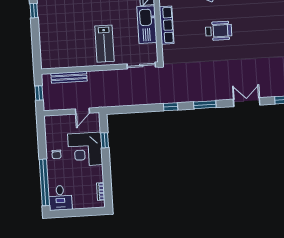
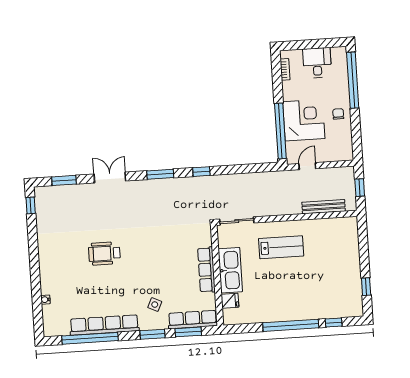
wheelchair: (219, 31) -> (104, 253), moved
lab bench: (104, 44) -> (281, 247), turned 90
double door: (247, 102) -> (110, 177), swing flipped
window: (105, 140) -> (280, 131), width x3.17
desk: (60, 198) -> (317, 63), moved

